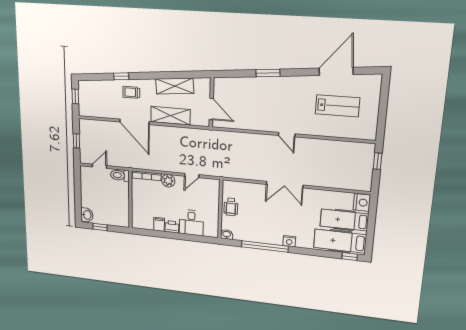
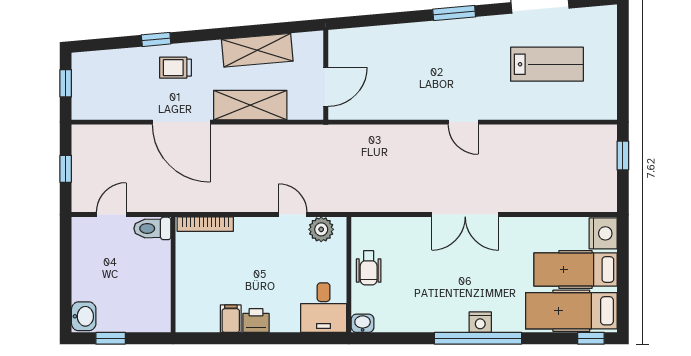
window: (268, 73) -> (454, 13), moved
door: (211, 109) -> (326, 87), hinge flipped
door: (192, 175) -> (293, 215), swing flipped
plant: (168, 181) -> (321, 229), moved
desk: (191, 223) -> (324, 308), moved
window: (265, 246) -> (478, 338), moved

